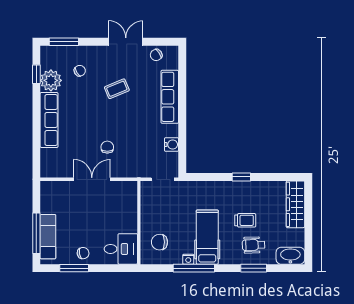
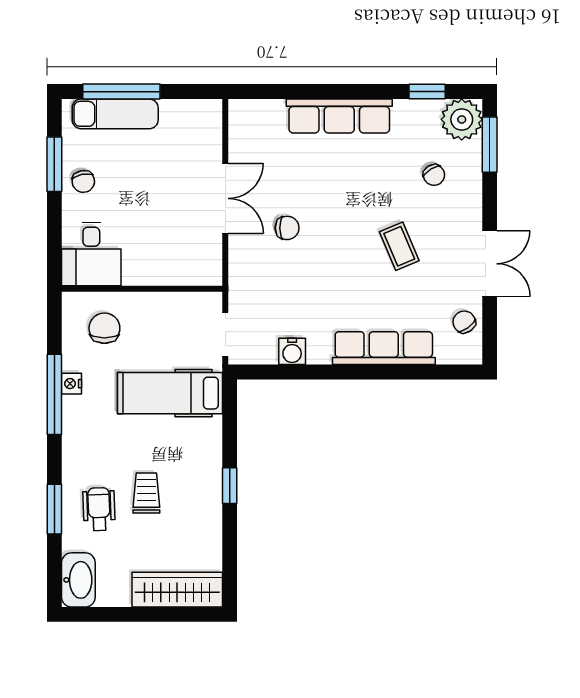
plant: (51, 80) -> (462, 119), moved
trolley: (245, 220) -> (146, 493), turned 180
hospital bed: (207, 237) -> (170, 393), moved, turned 180

